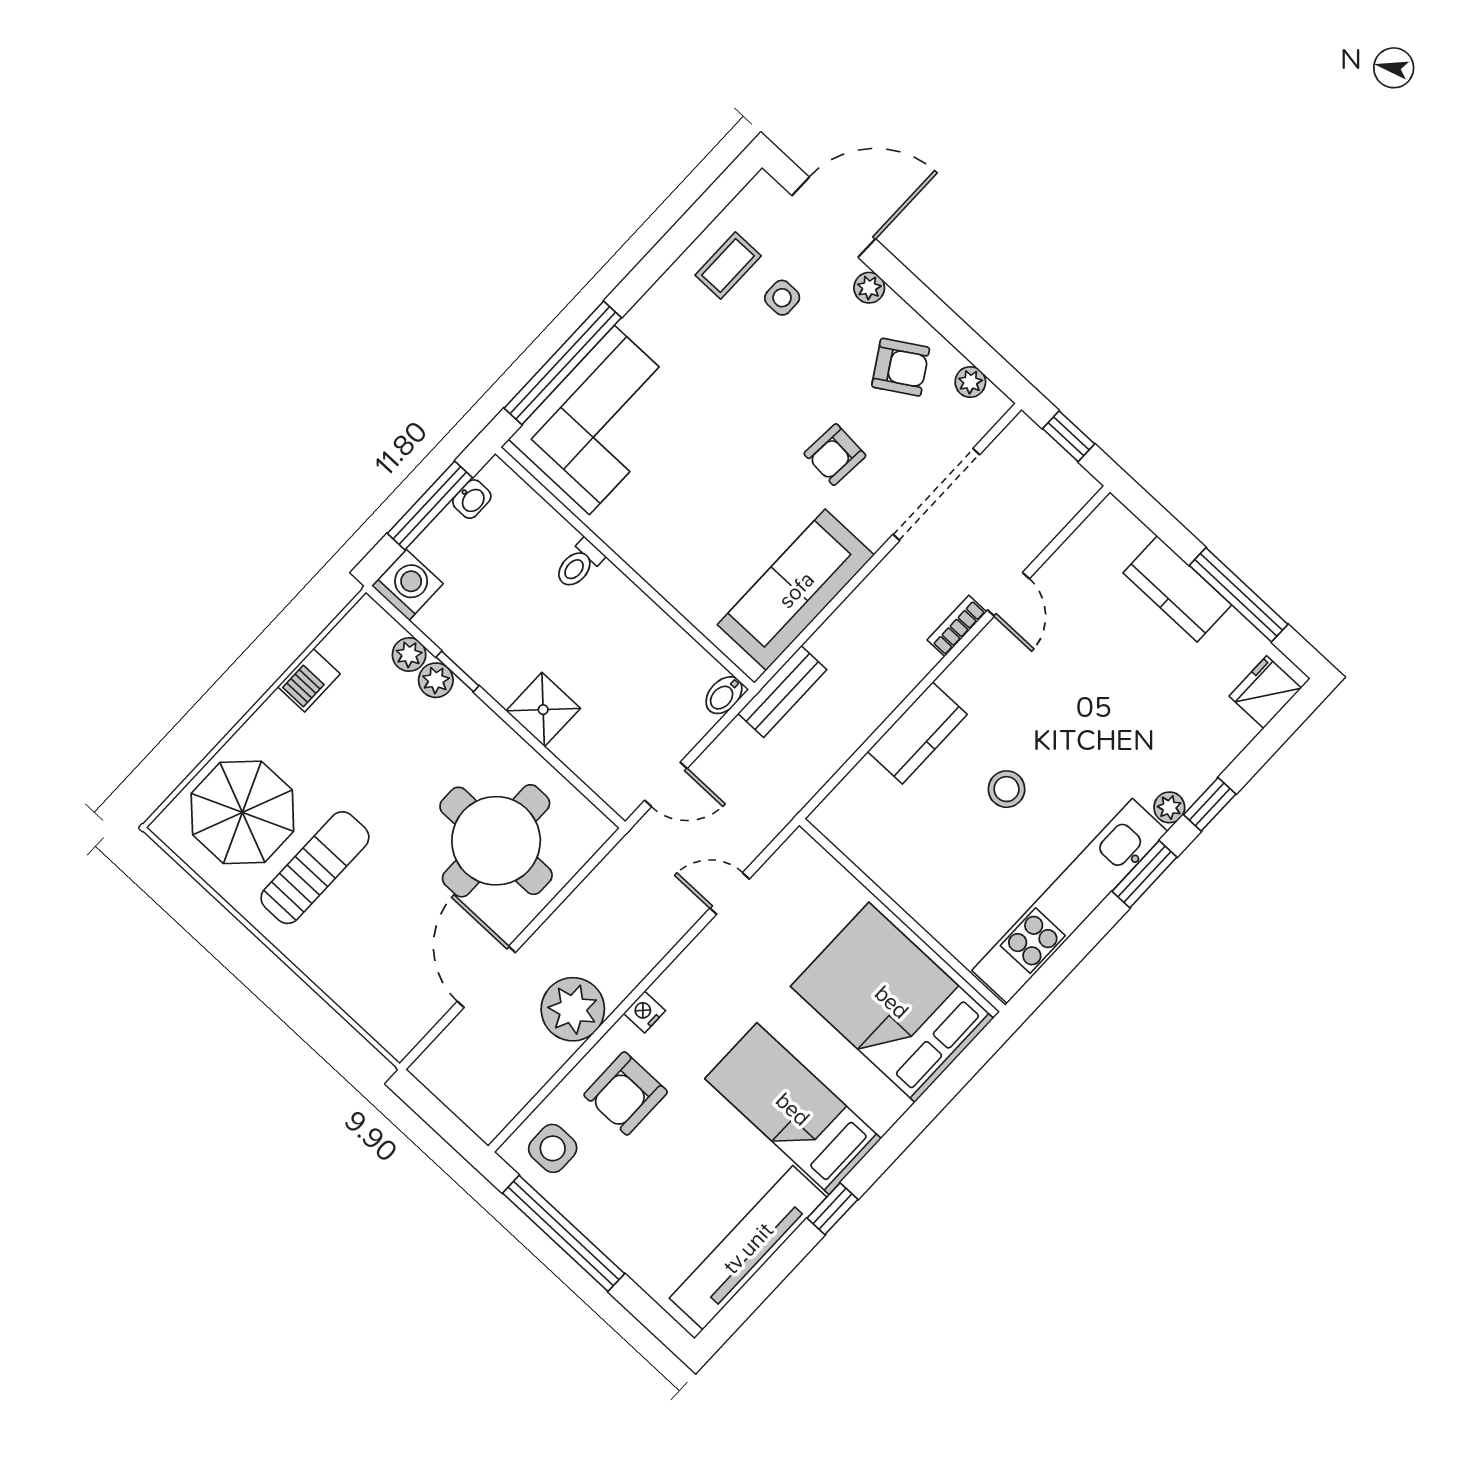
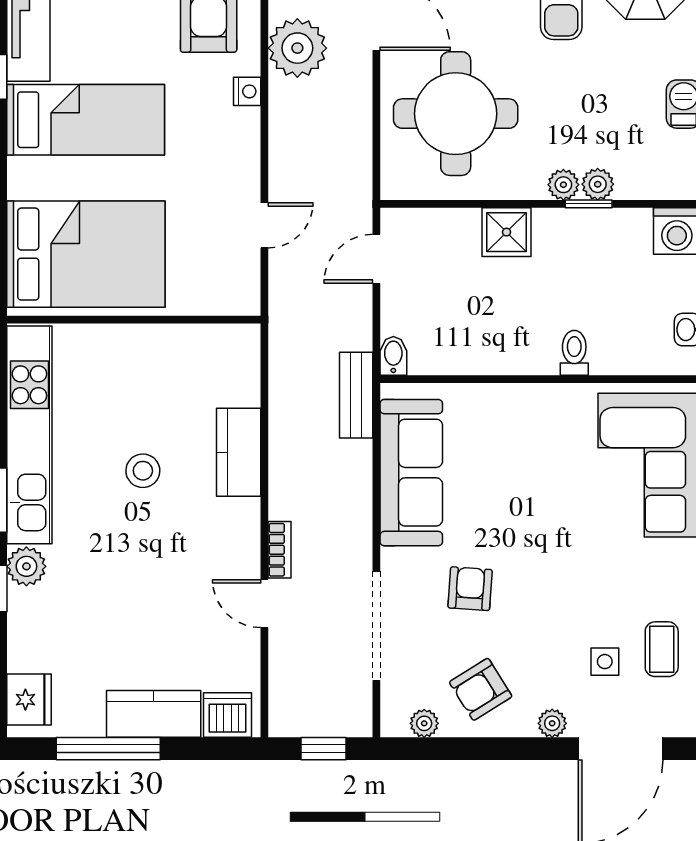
dishwasher: (1120, 534) -> (228, 715), added
plant: (409, 655) -> (563, 185), moved
plant: (1169, 807) -> (26, 566), width x1.38, depth x1.38

